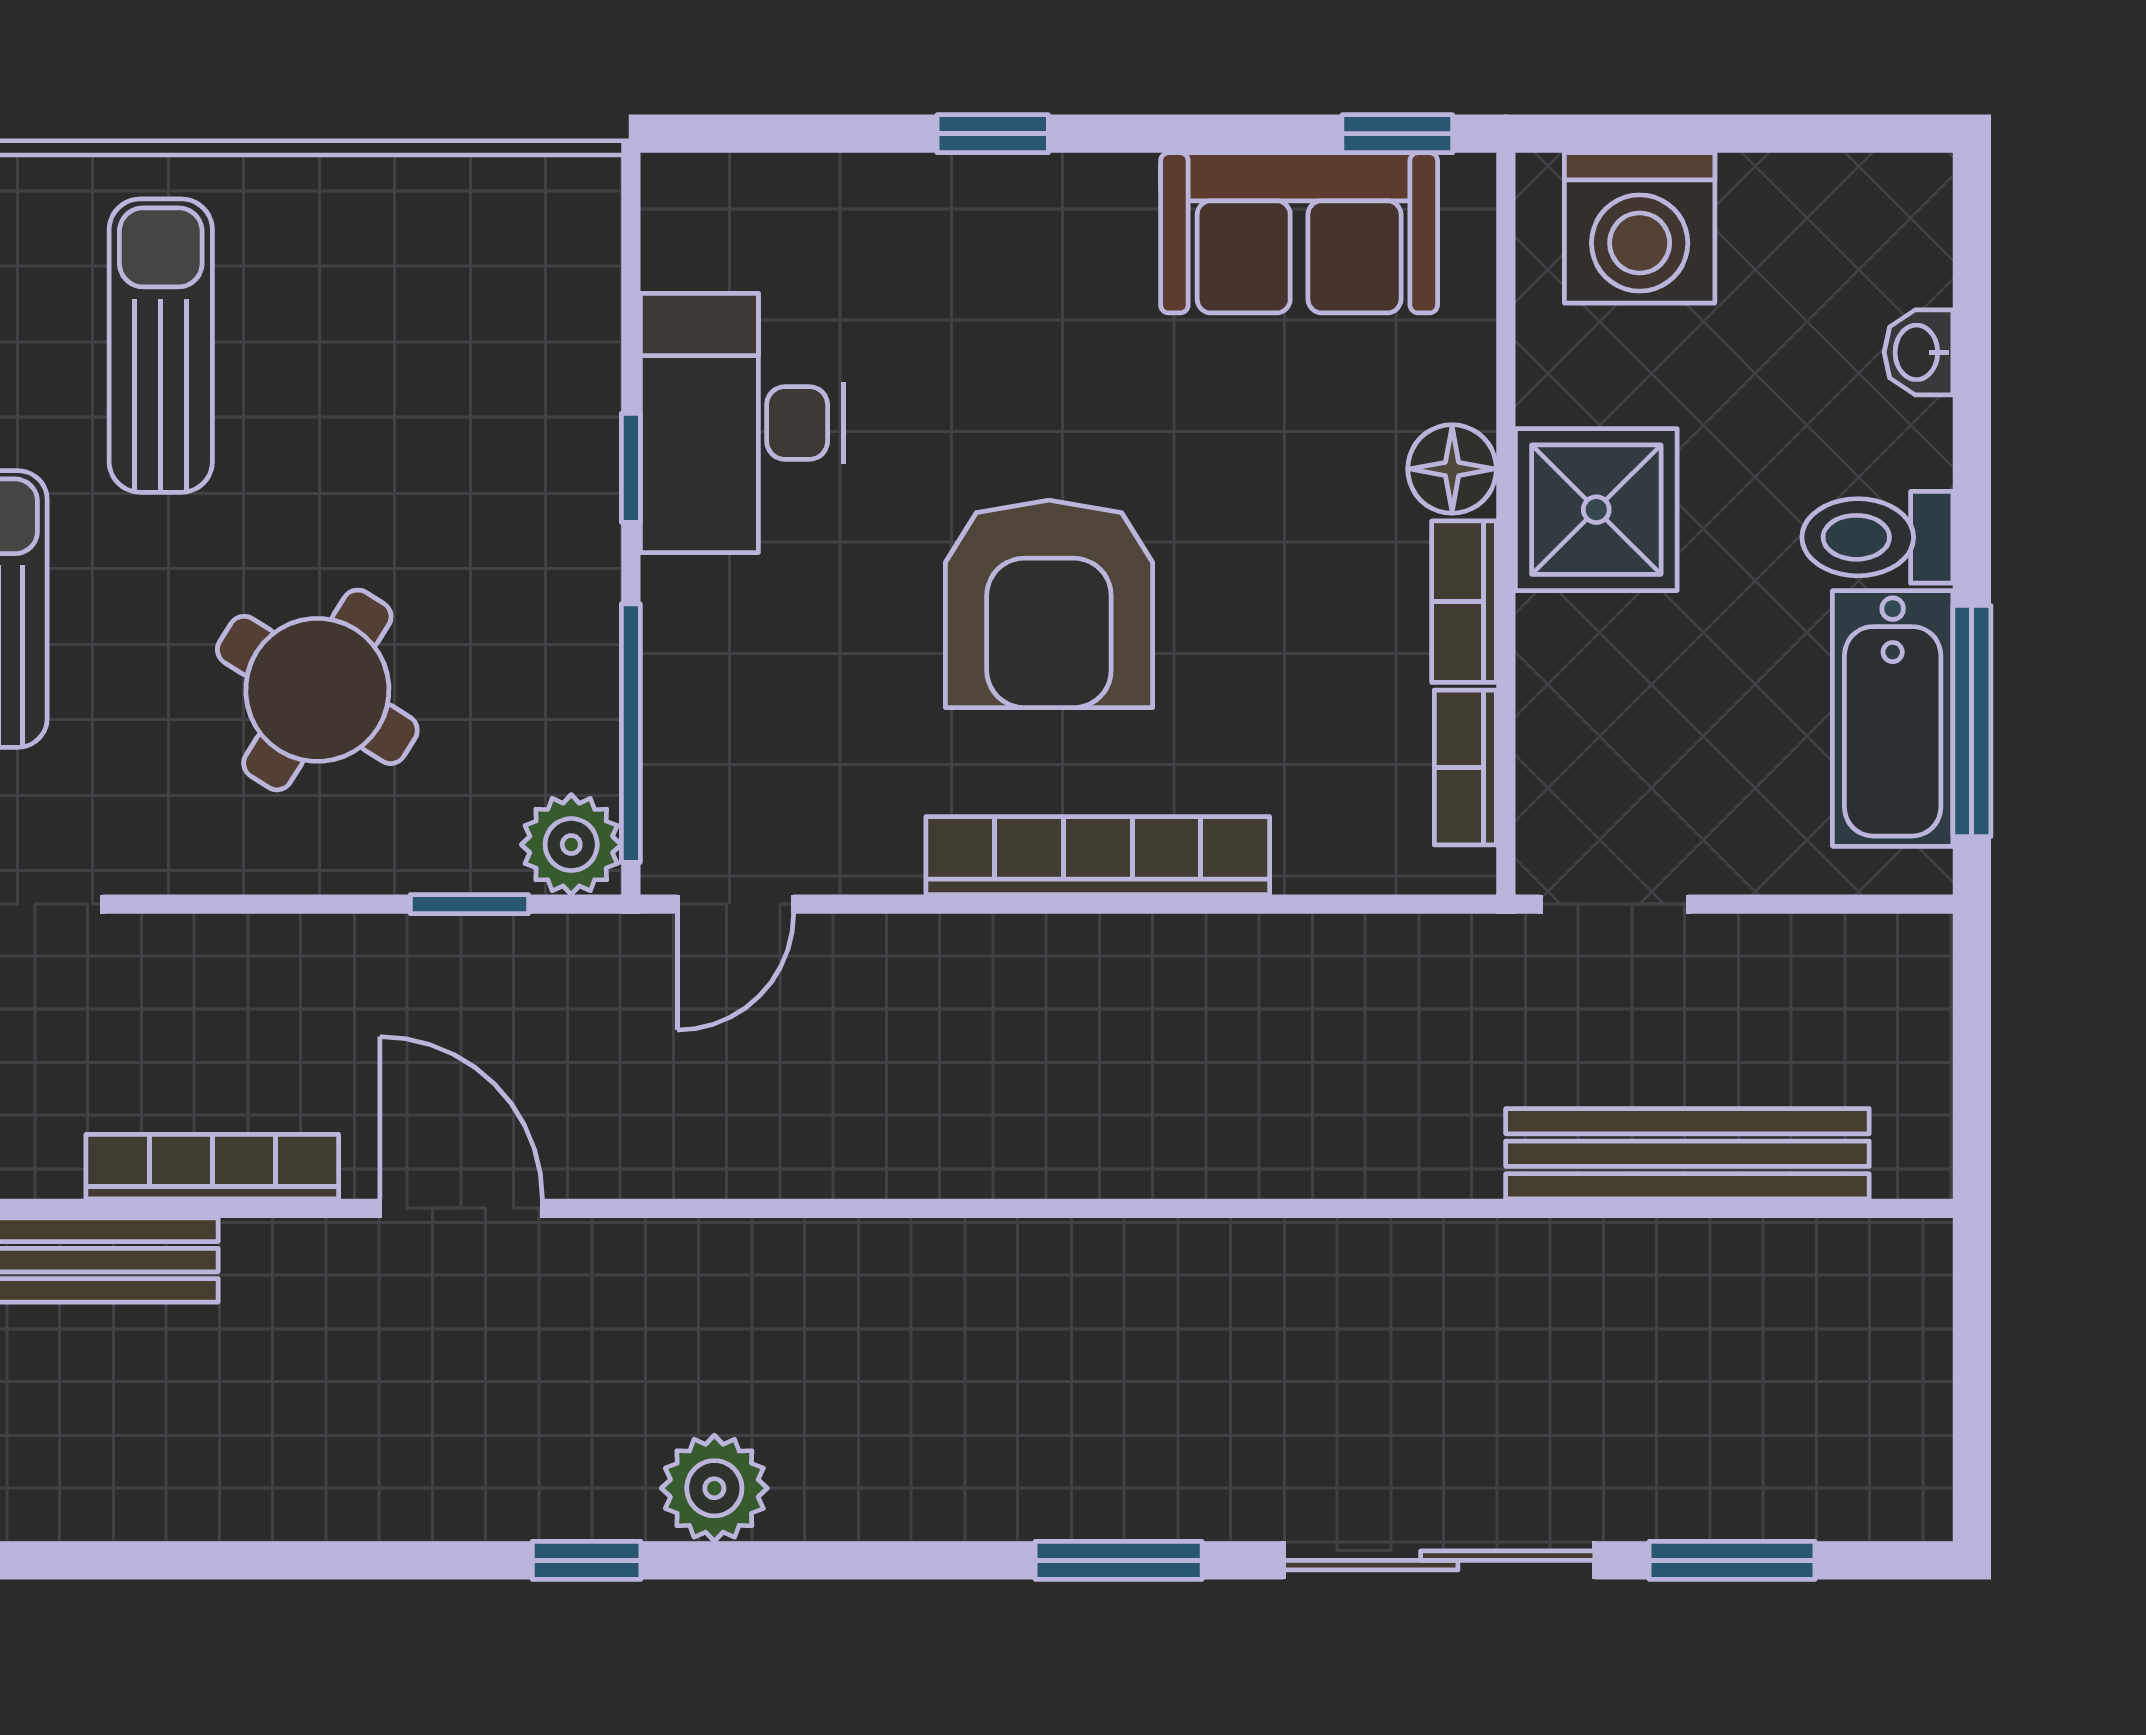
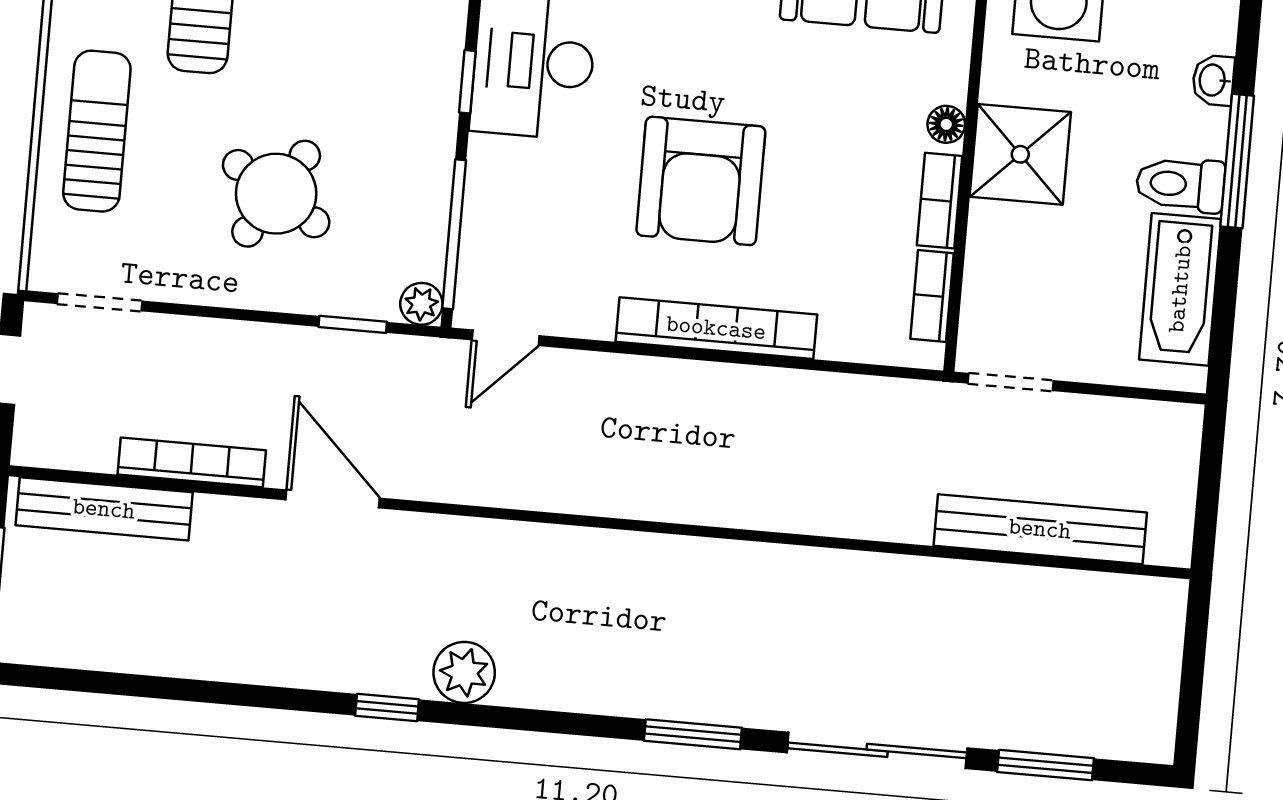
floor lamp: (1452, 469) -> (946, 124), width x0.73, depth x0.73
window: (1972, 721) -> (1237, 161), moved
plant: (571, 845) -> (421, 304), width x0.73, depth x0.73

